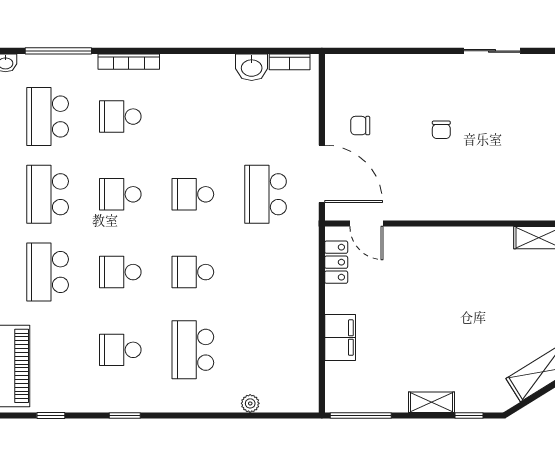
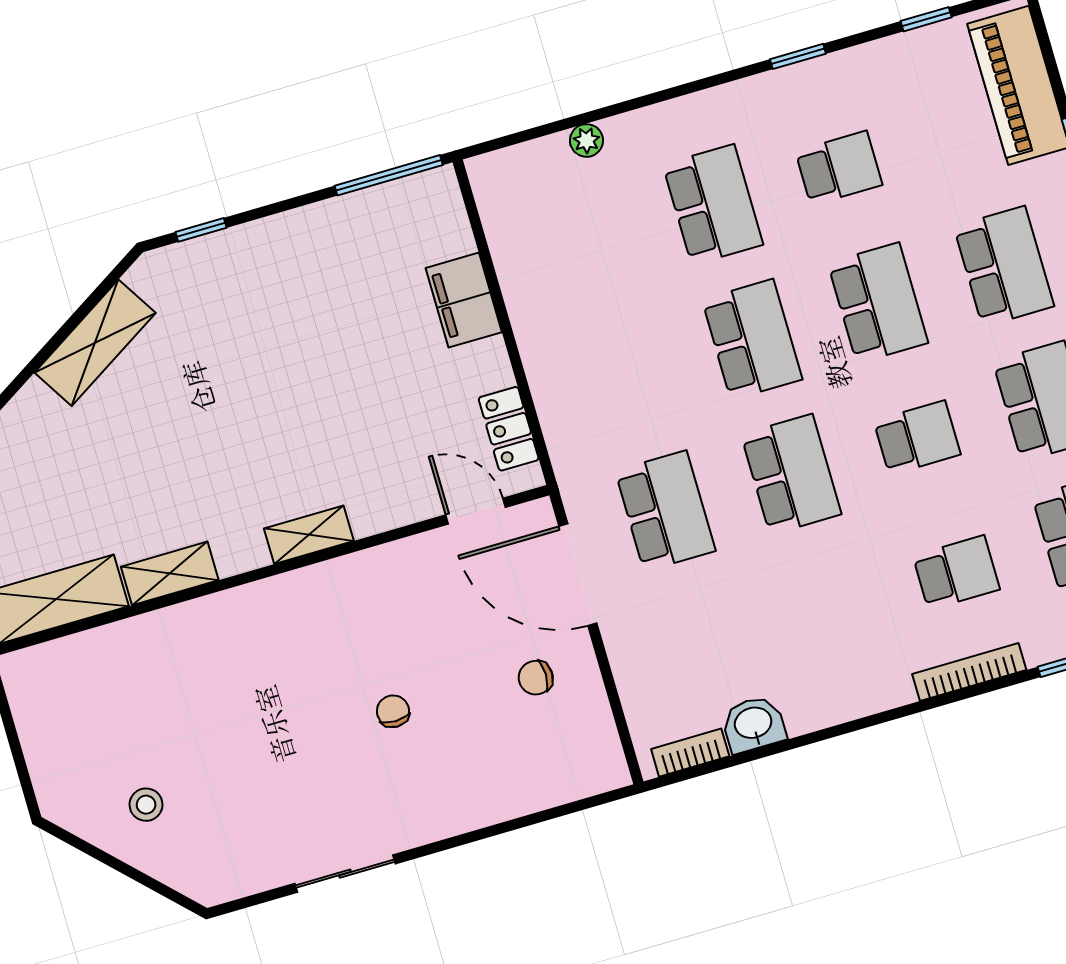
chair: (360, 126) -> (536, 678), turned 180
school desk: (193, 194) -> (791, 474), width x1.85
school desk: (120, 272) -> (878, 303), width x1.85
school desk: (193, 272) -> (752, 339), width x1.85
shelving: (431, 402) -> (309, 535), moved

